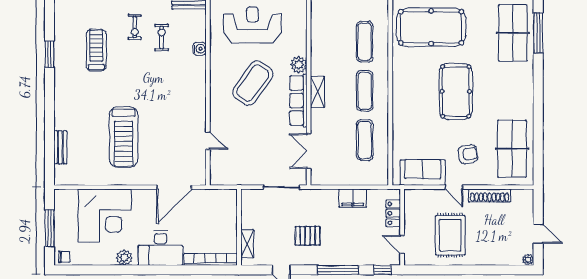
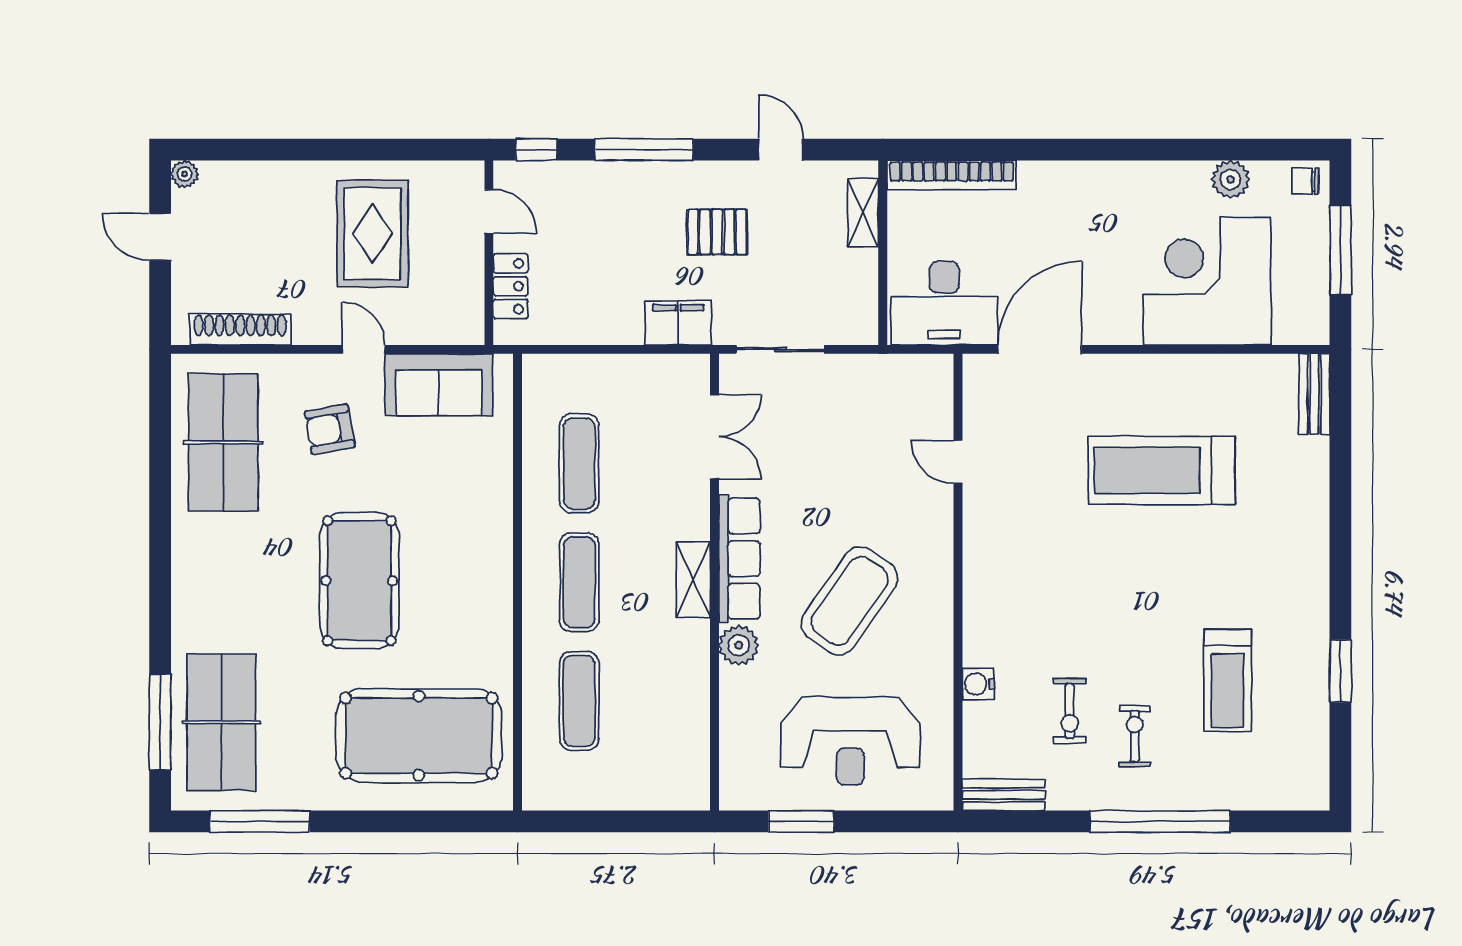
treadmill: (124, 137) -> (1162, 470), turned -90
bench: (60, 147) -> (1314, 394), moved
shoe rack: (490, 195) -> (240, 329), moved
filing cabinet: (353, 198) -> (678, 323), moved
desk: (160, 248) -> (944, 303), moved, turned 180
plant: (124, 258) -> (1230, 179), moved

